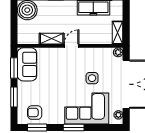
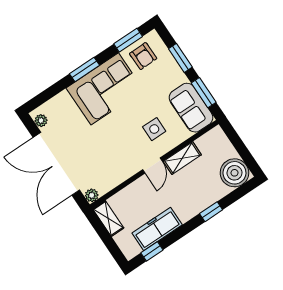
side table: (92, 78) -> (154, 129), moved
corner sofa: (87, 108) -> (105, 89), moved
armchair: (35, 113) -> (143, 56), turned 89

